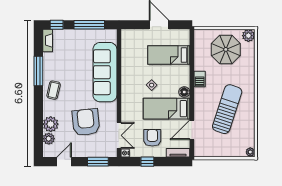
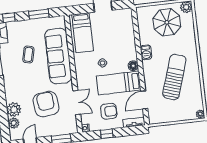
window: (89, 25) -> (39, 14), width x0.69
bed: (169, 55) -> (83, 33), moved, turned -90
coffee table: (54, 90) -> (28, 54), moved
double door: (119, 135) -> (77, 103), moved
armchair: (152, 138) -> (109, 111), turned 90

